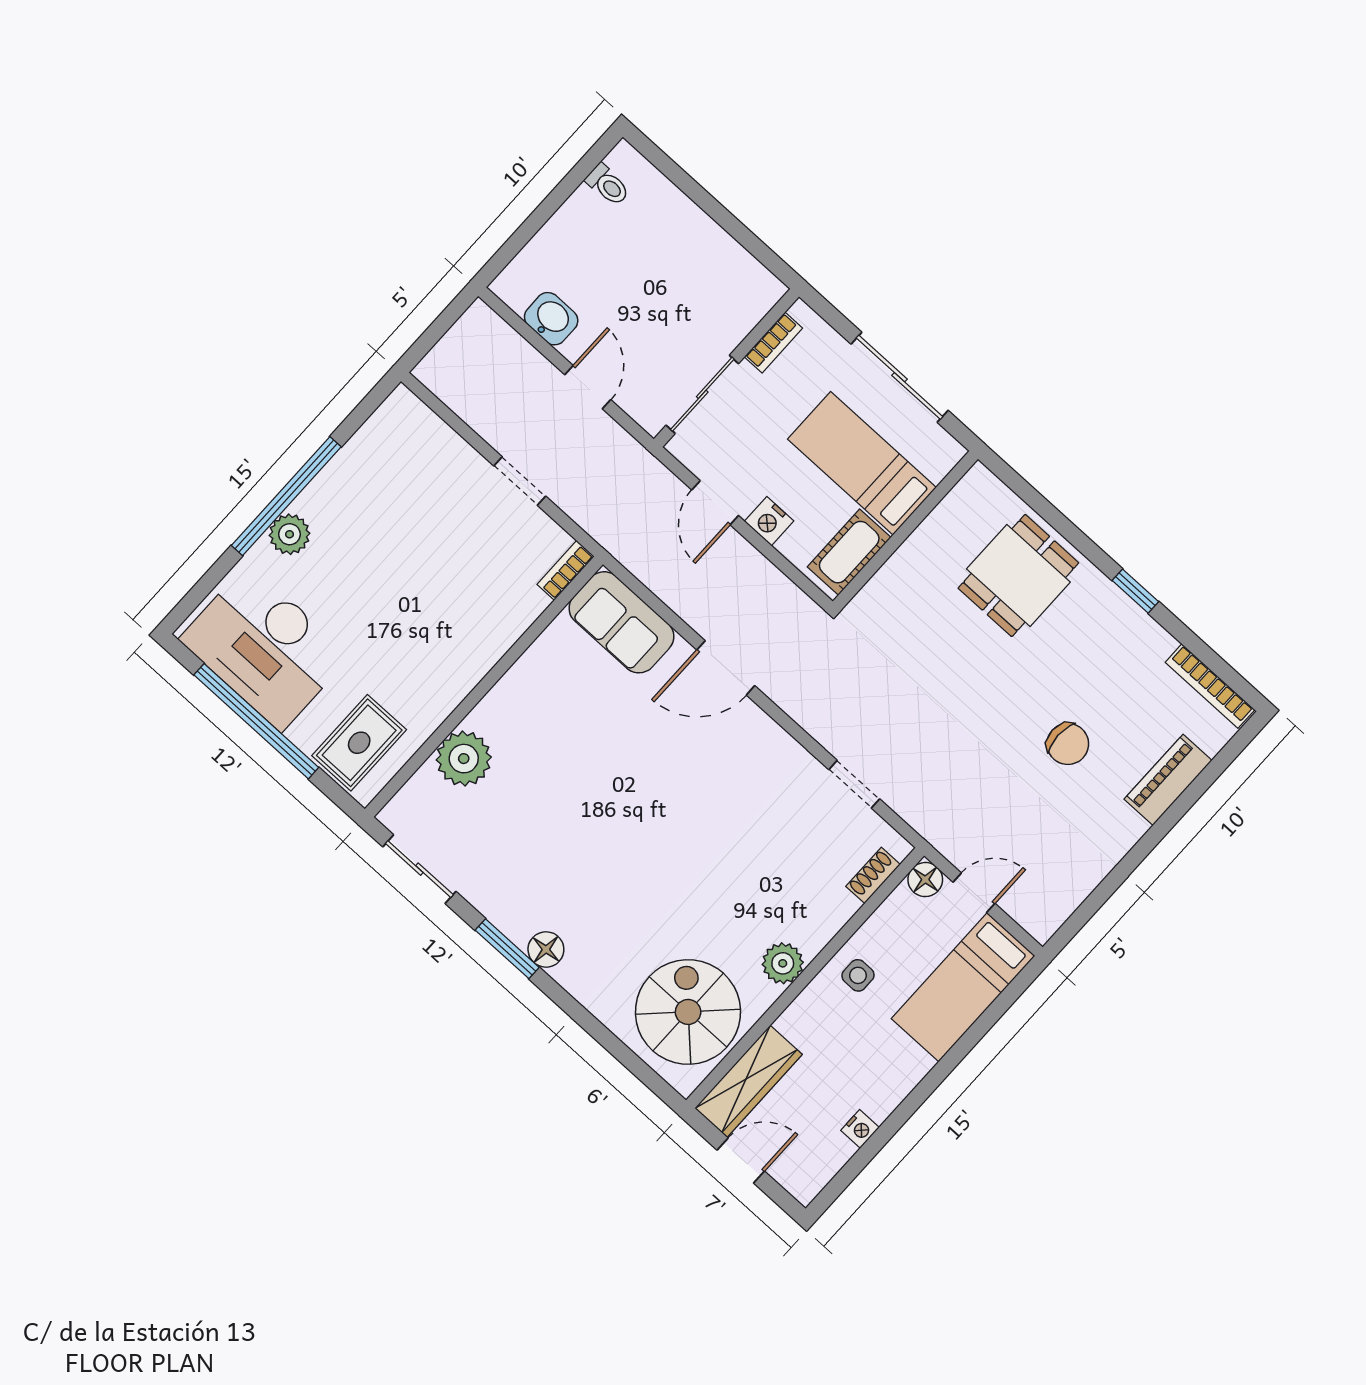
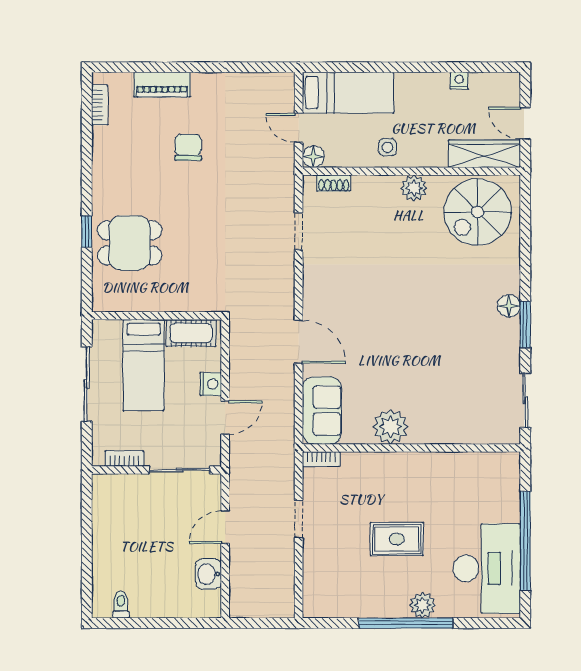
window: (1135, 591) -> (87, 231), moved
bookcase: (1210, 686) -> (100, 105), width x0.64
rug: (359, 743) -> (397, 539), moved
plant: (464, 759) -> (391, 427), moved

